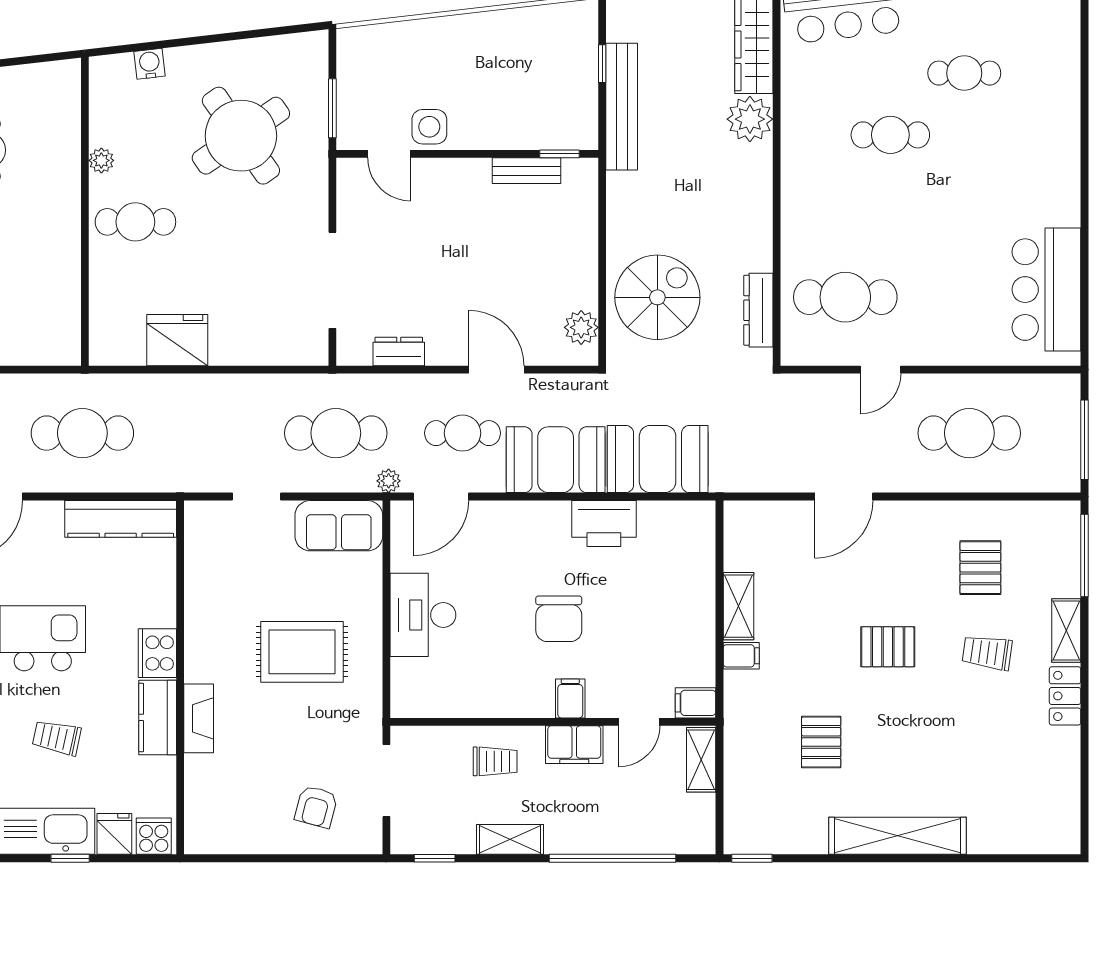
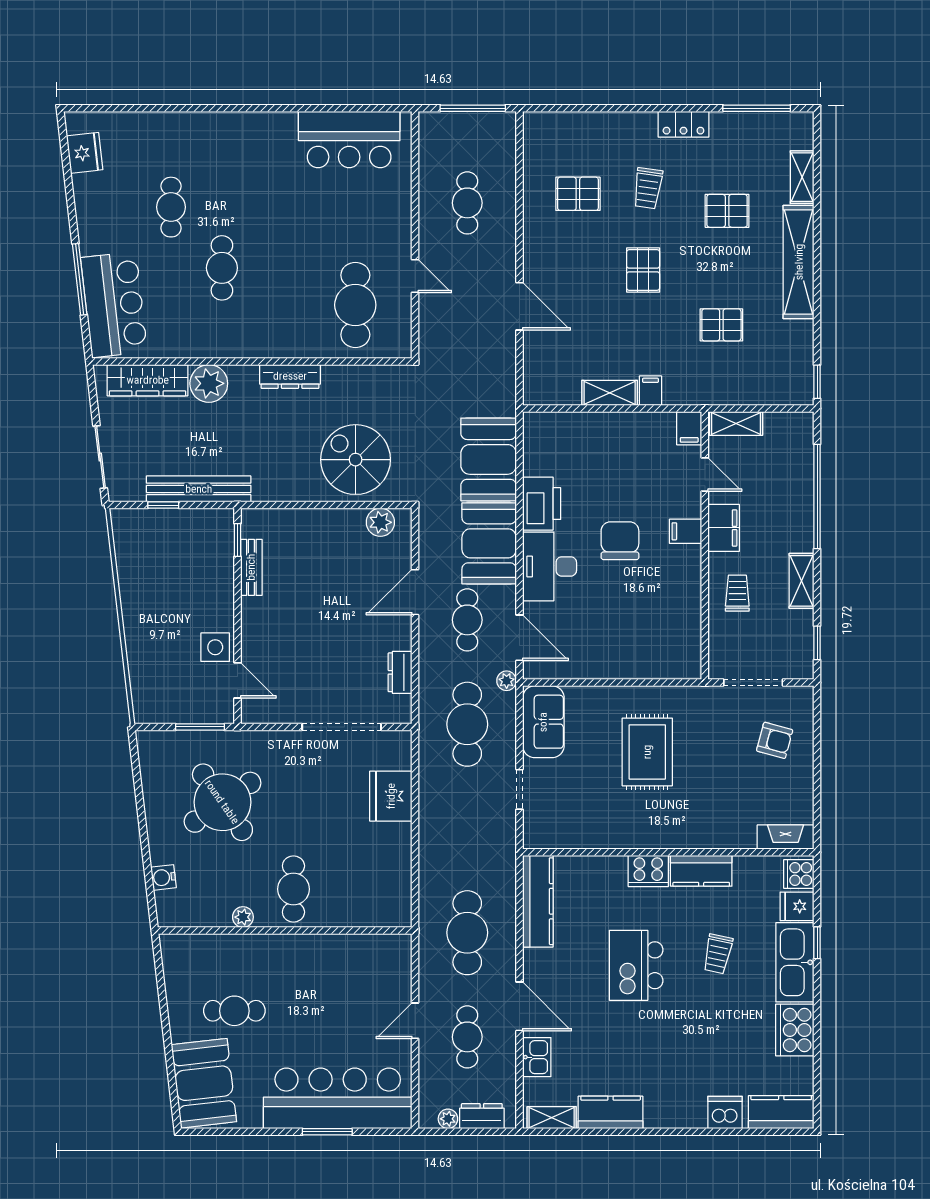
door: (389, 154) -> (237, 680), hinge flipped
dresser: (758, 310) -> (290, 376), moved
fridge: (177, 340) -> (391, 796), moved
cafe table: (969, 433) -> (467, 203), width x0.73, depth x0.74
window: (1084, 556) -> (757, 108), moved
desk: (423, 615) -> (550, 566), moved, turned 90
chair: (559, 619) -> (620, 541), turned -90
shelving: (1066, 630) -> (802, 177), moved, turned 90
fireplace: (199, 718) -> (786, 837), moved
pallet: (960, 749) -> (727, 211), added

